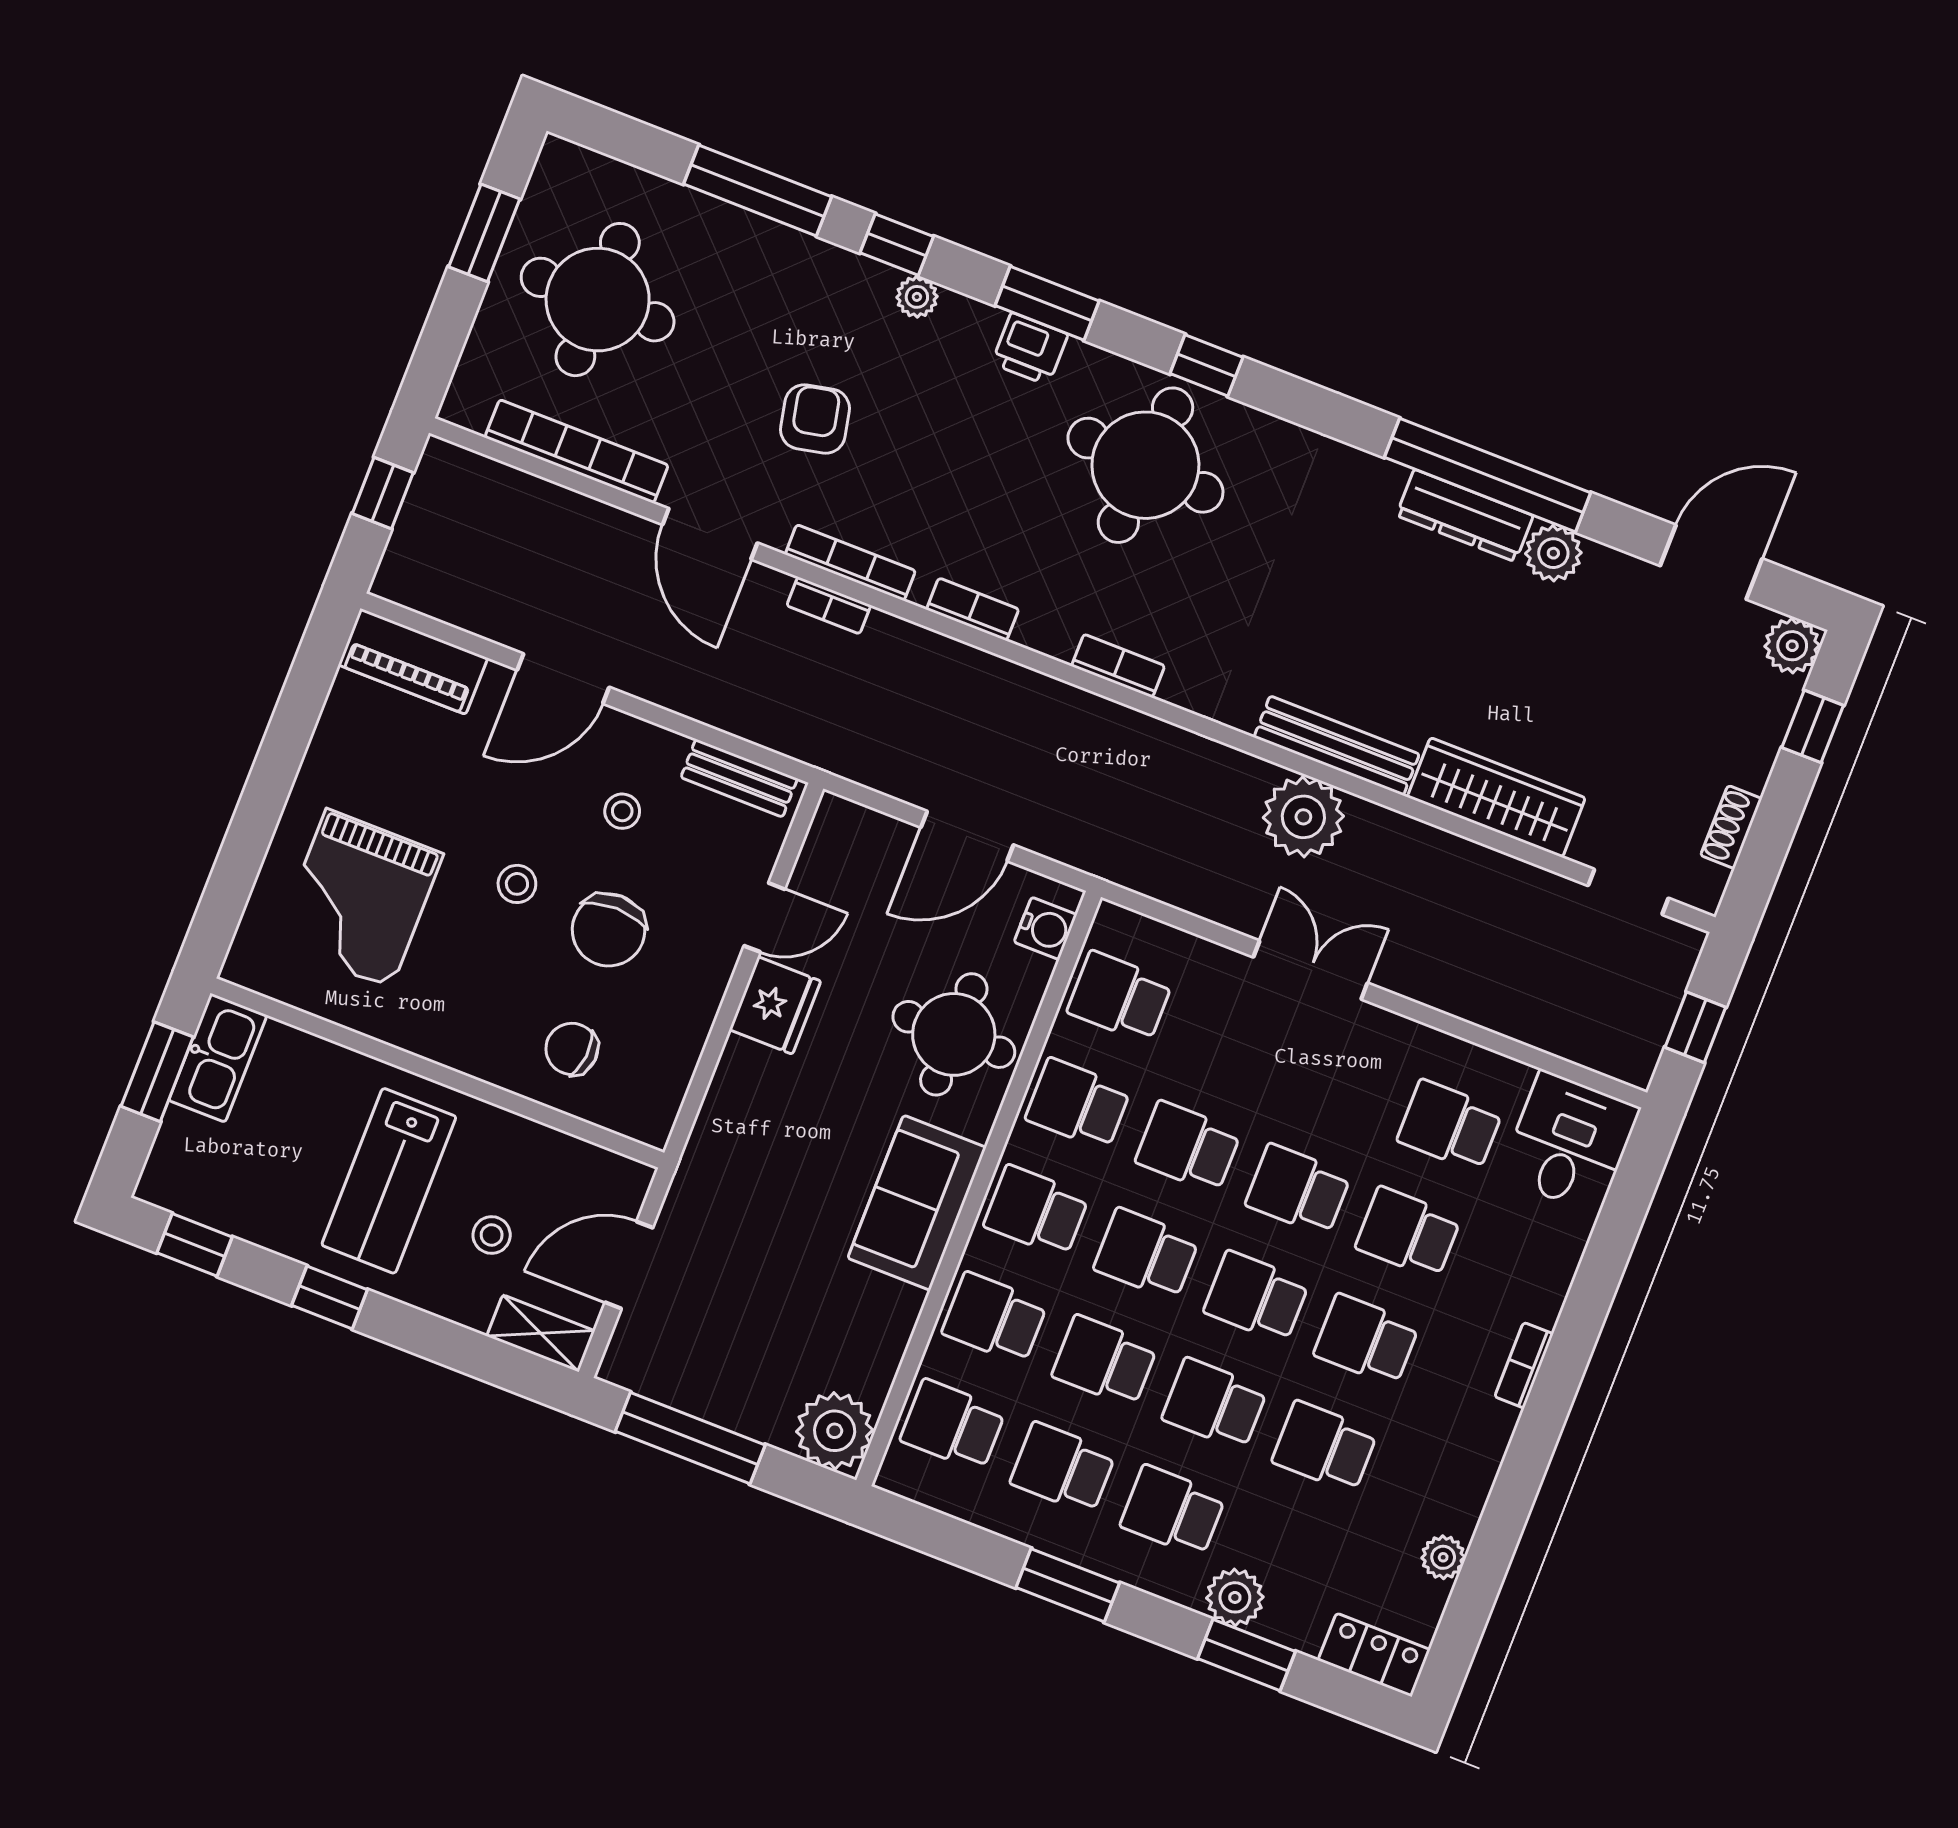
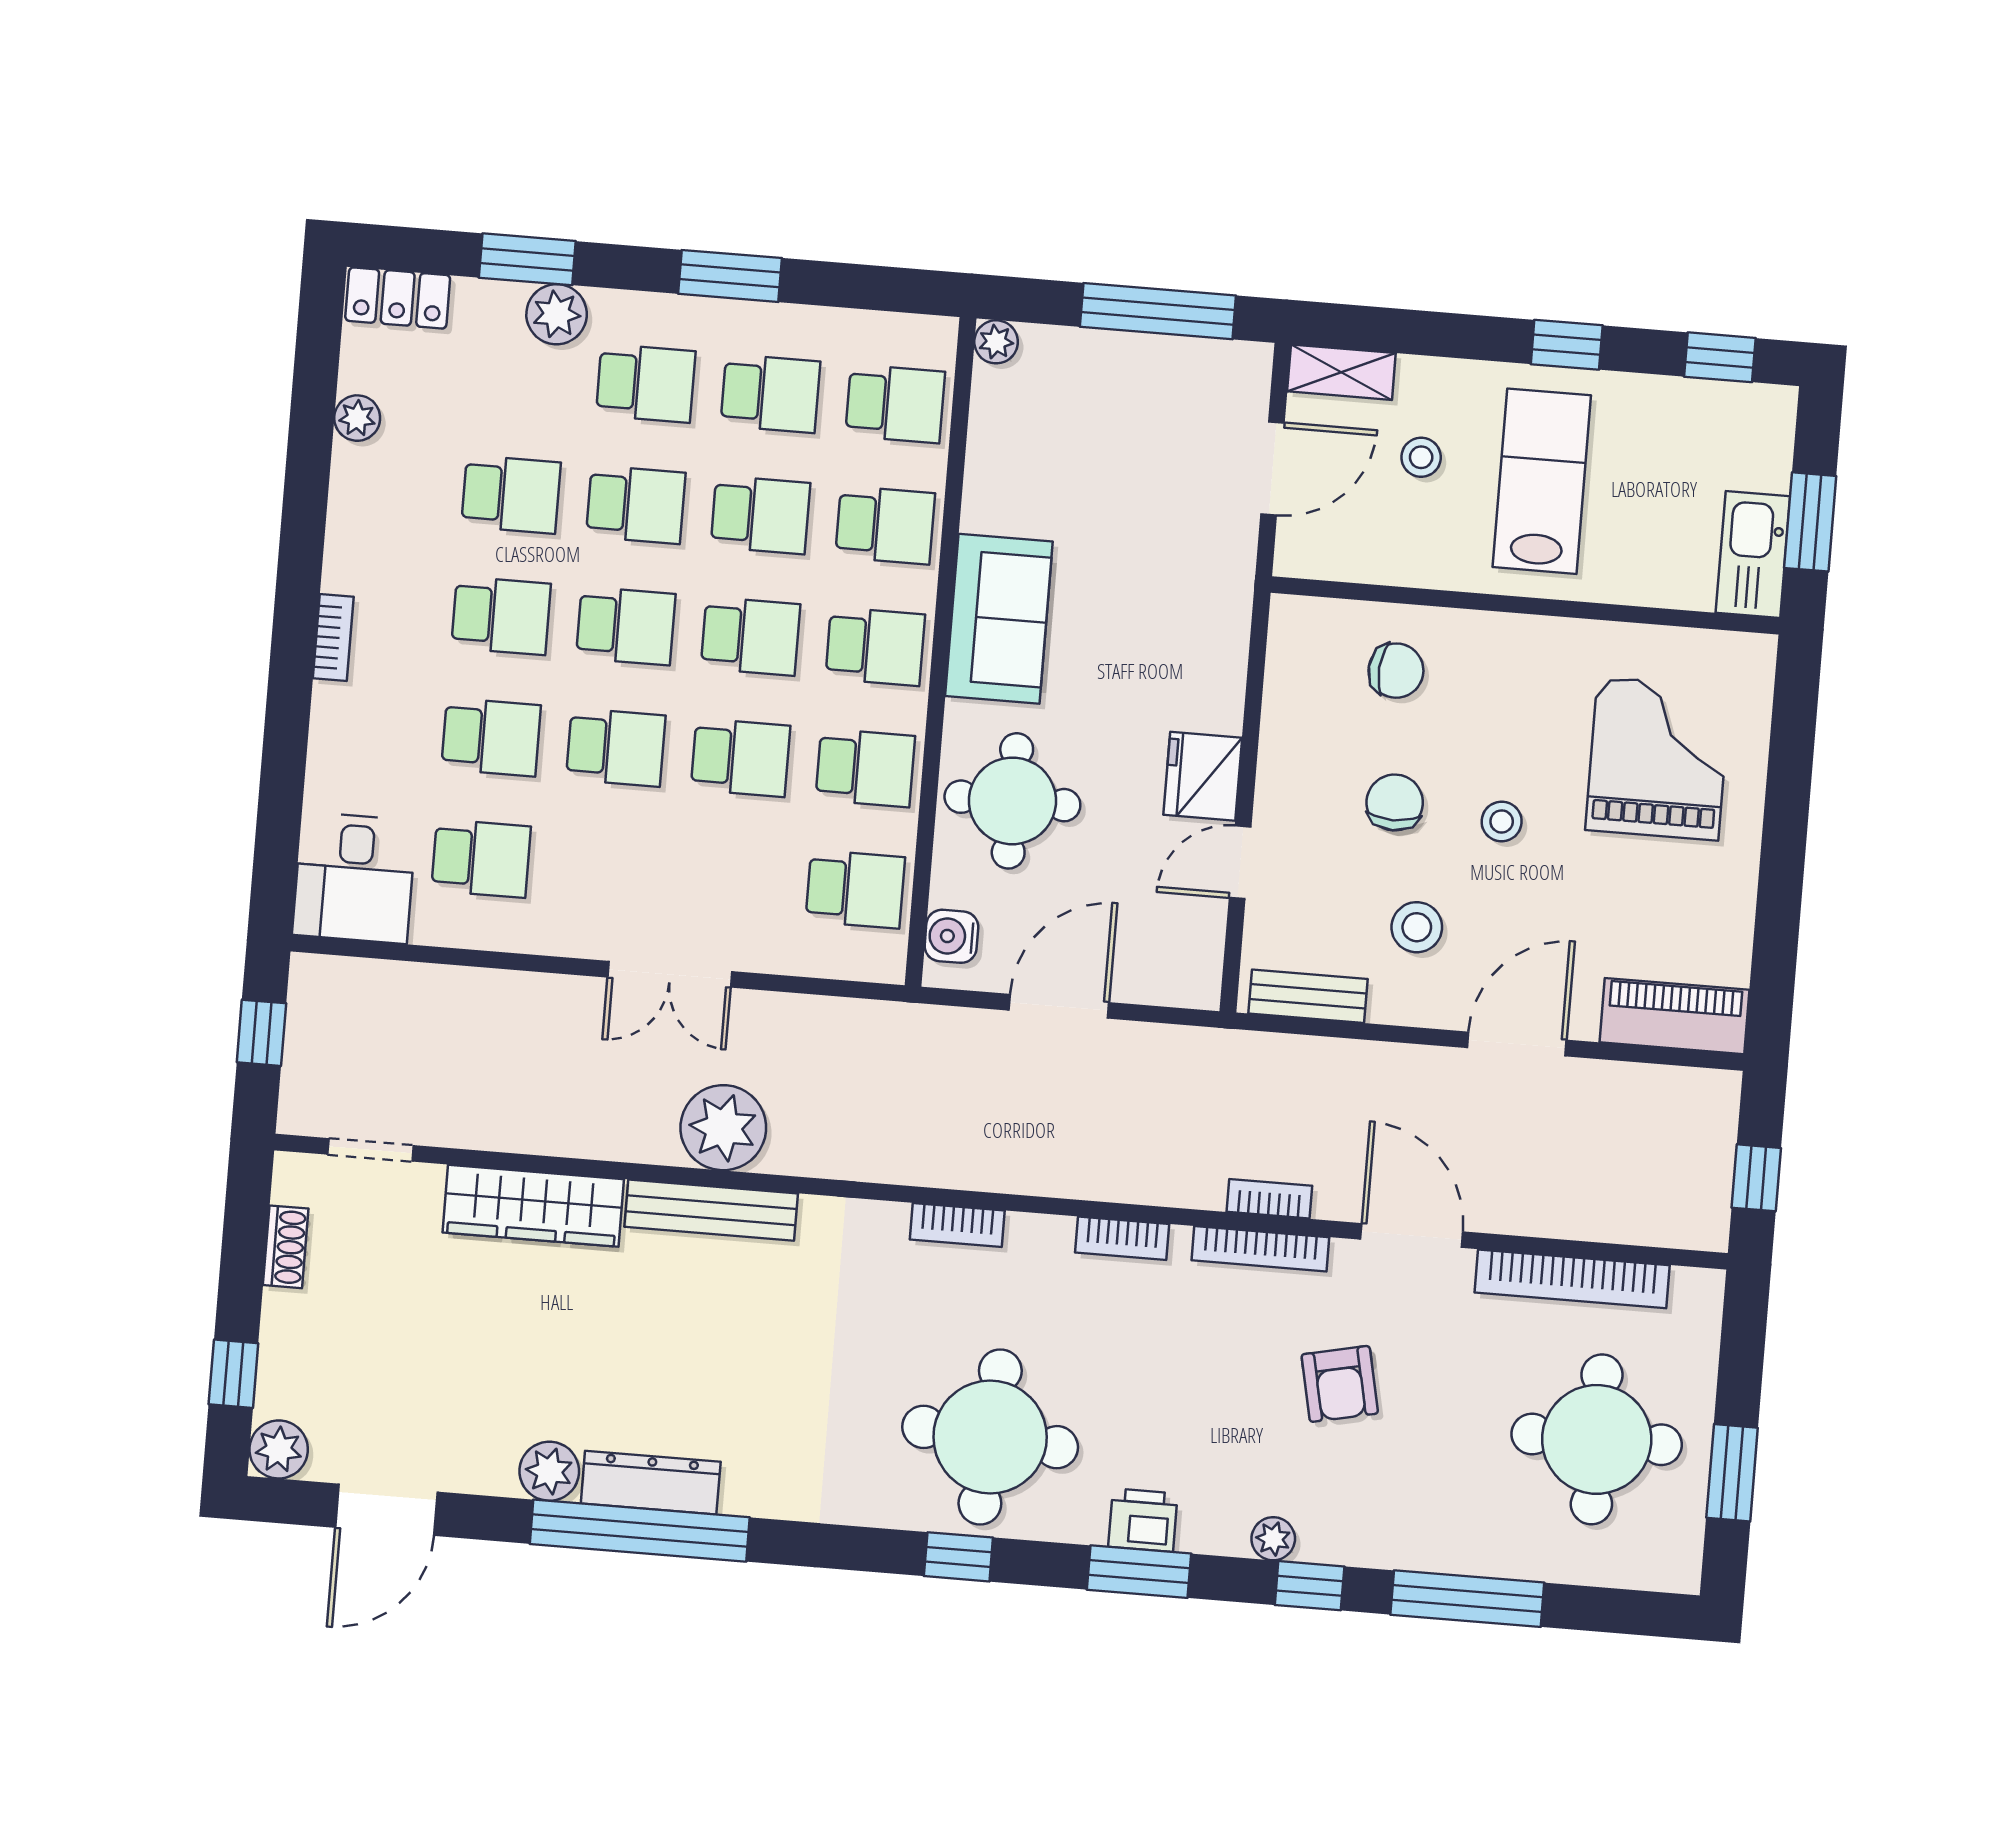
stool: (622, 811) -> (1417, 927), width x1.37, depth x1.37
chair: (609, 930) -> (1395, 802), width x0.73, depth x0.73
plant: (835, 1431) -> (996, 342), width x0.53, depth x0.53

